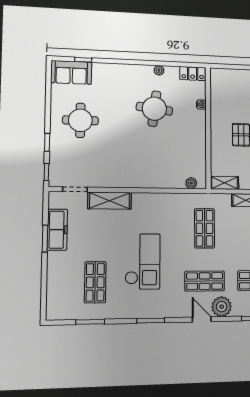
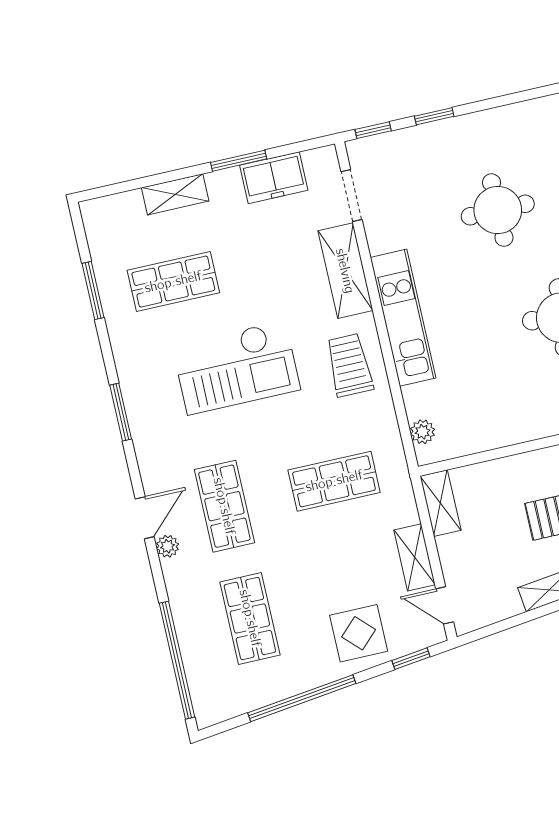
round table: (80, 120) -> (498, 210), moved
kitchen unit: (138, 179) -> (403, 318), added
trolley: (154, 209) -> (349, 365), added
freezer: (57, 230) -> (274, 178), width x0.71
shelving: (54, 272) -> (175, 194), added
plant: (222, 307) -> (168, 546), width x0.53, depth x0.53

